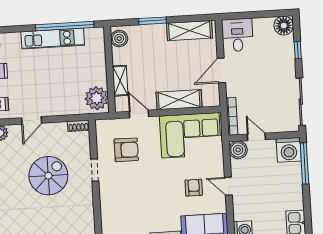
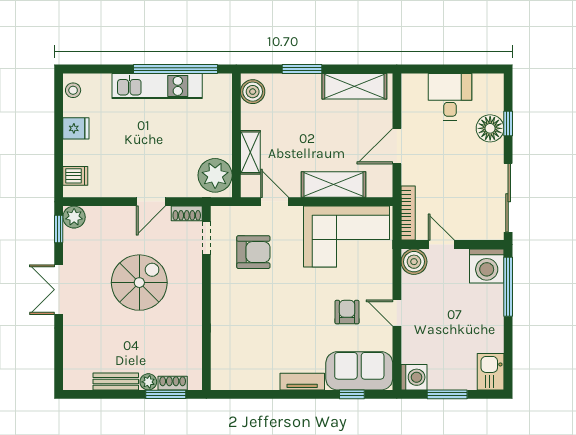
floor lamp: (284, 26) -> (490, 128), moved
desk: (237, 35) -> (450, 97), moved
door: (32, 120) -> (151, 202), moved
doorway: (95, 170) -> (206, 238), moved

